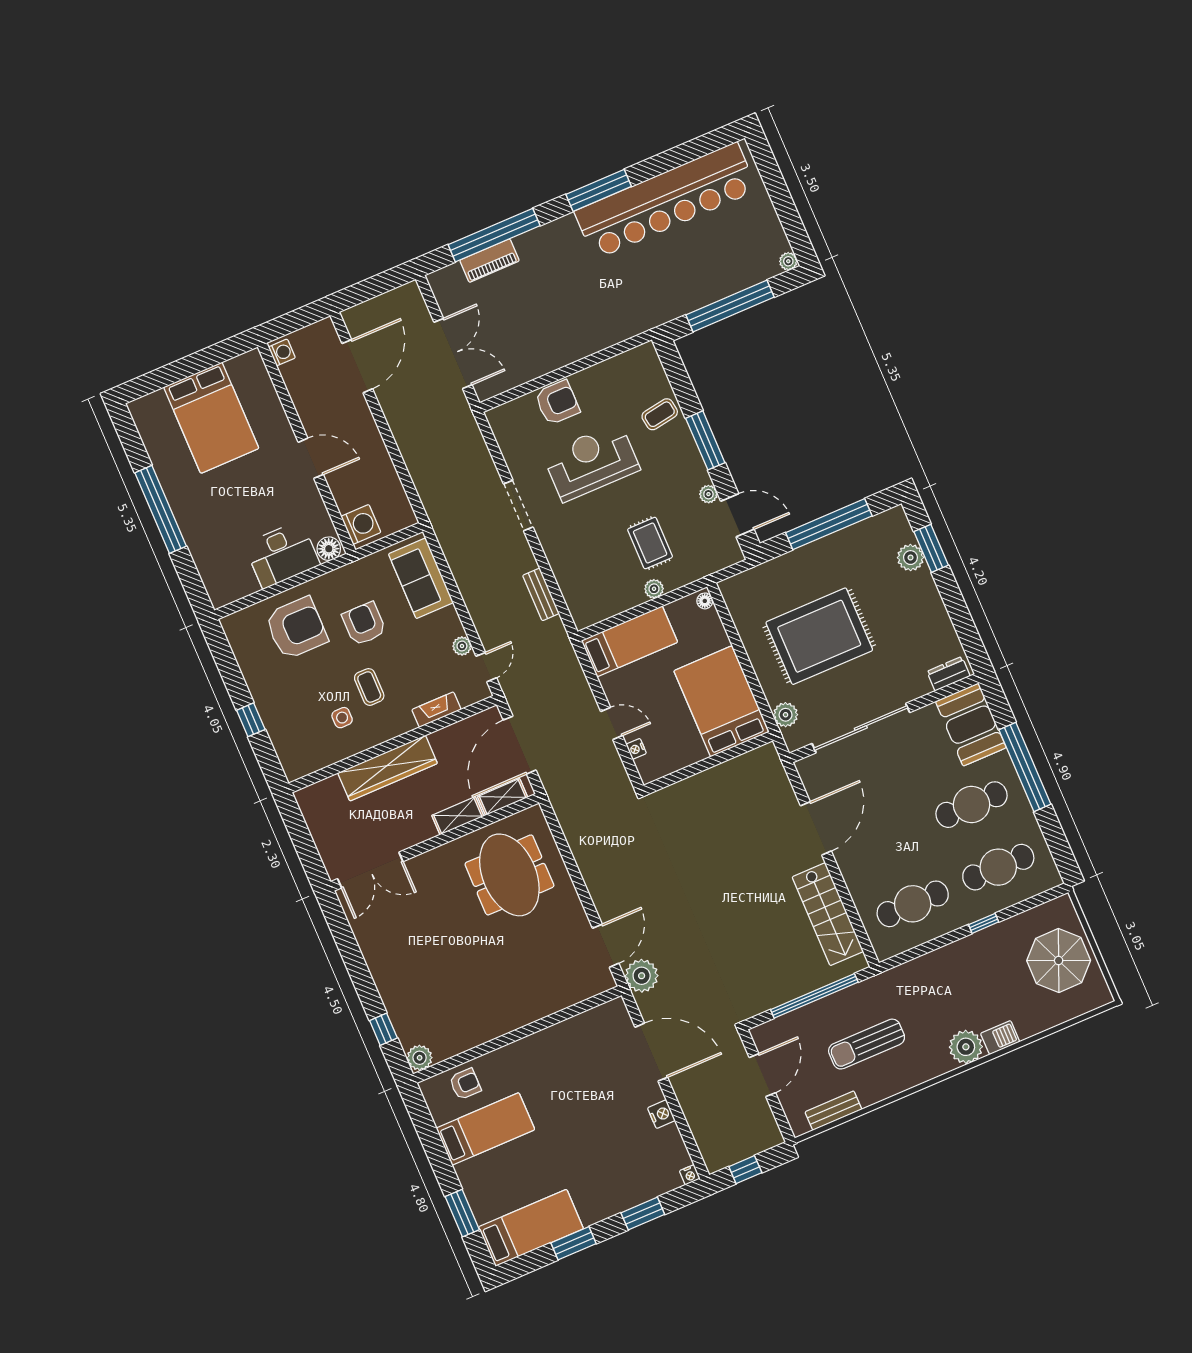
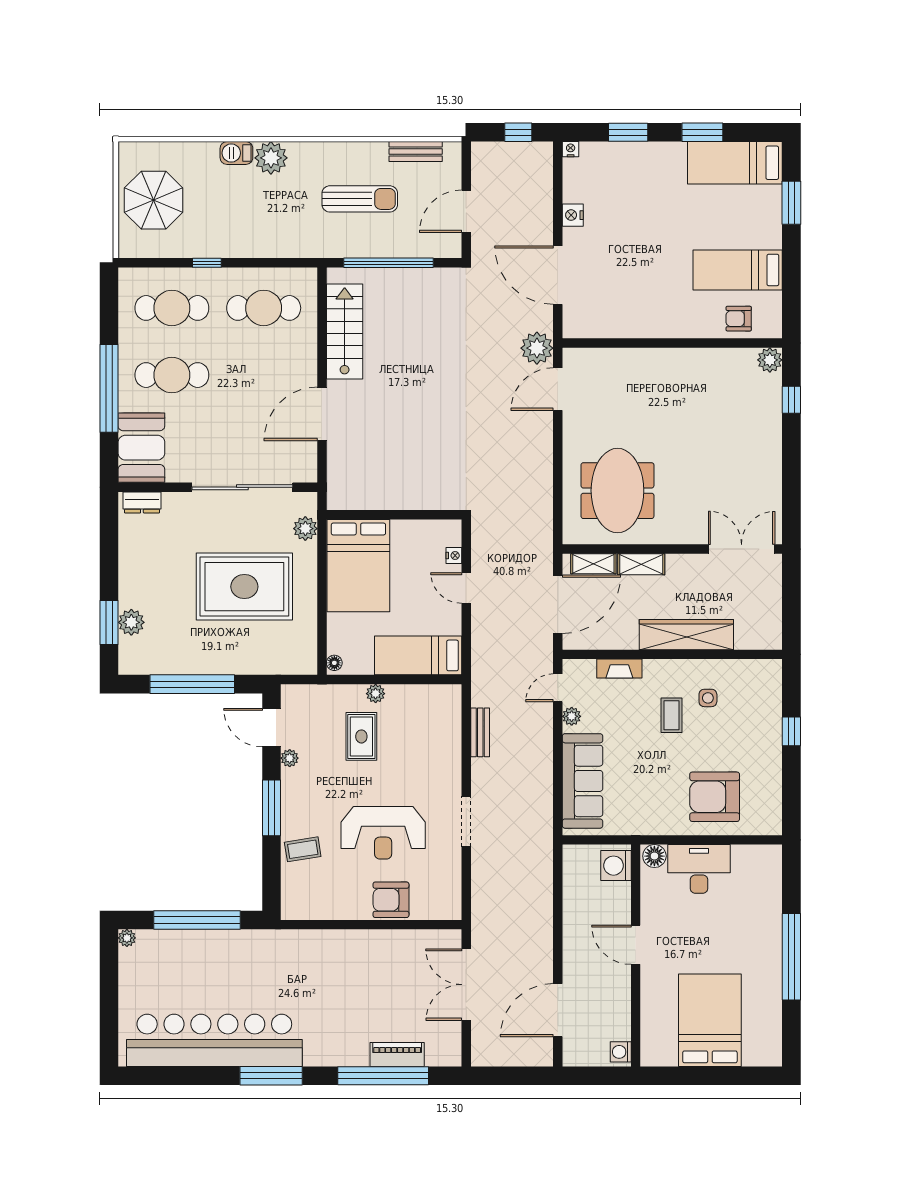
sofa: (421, 578) -> (583, 781), width x1.36
armchair: (364, 624) -> (652, 774), removed

